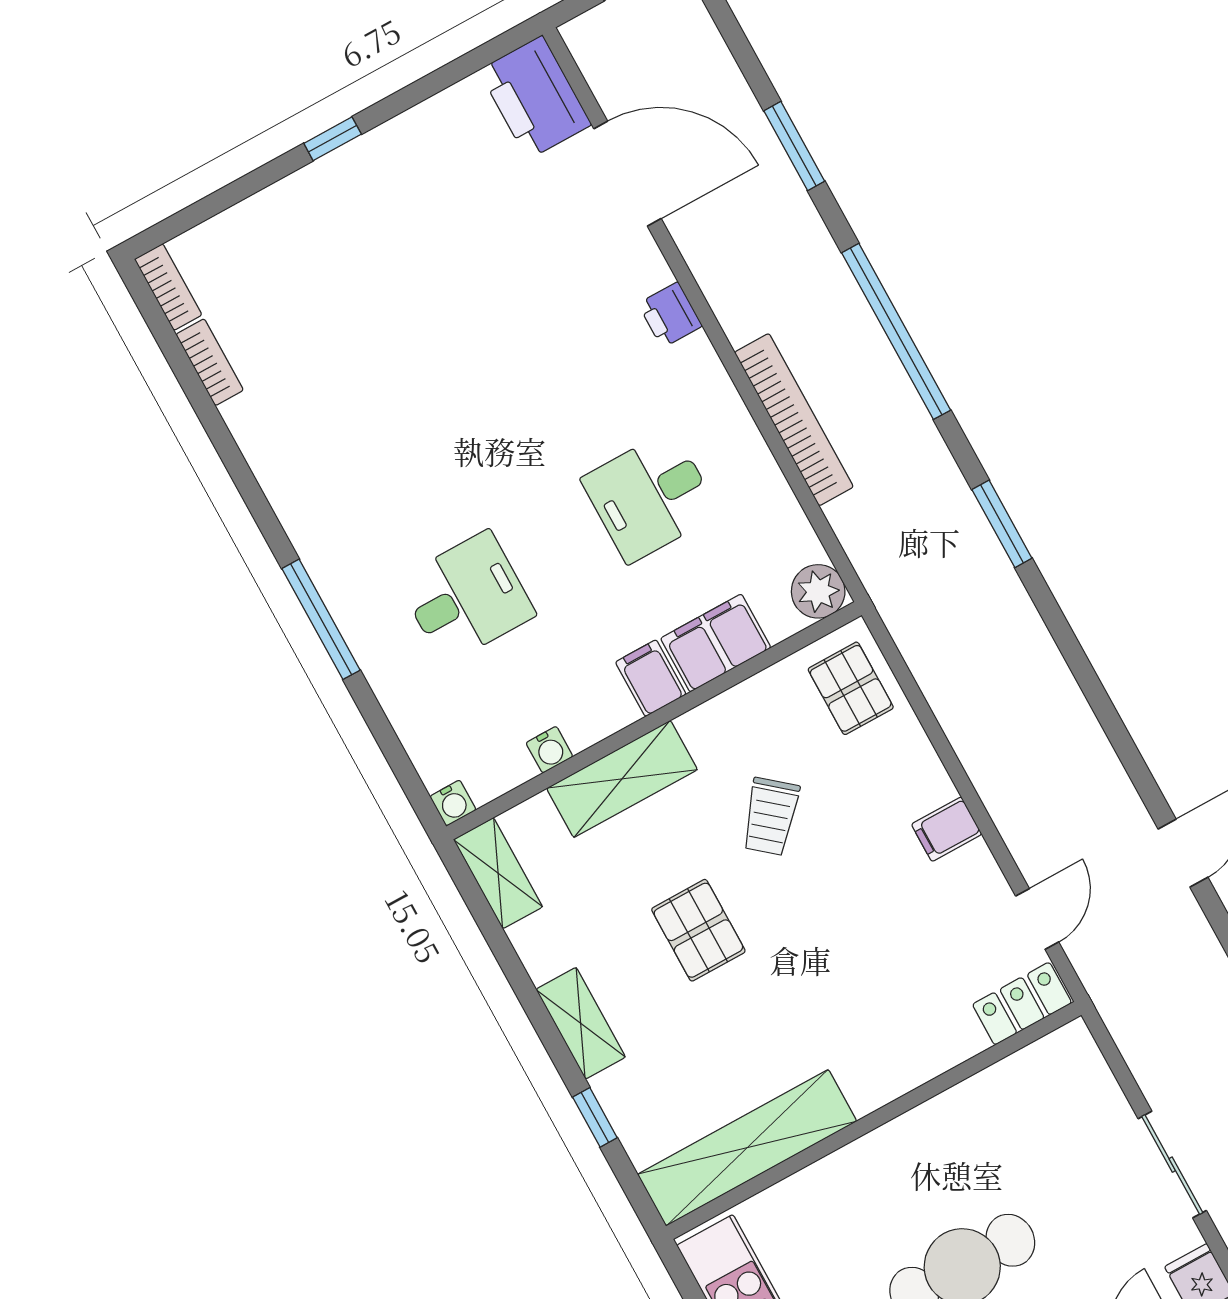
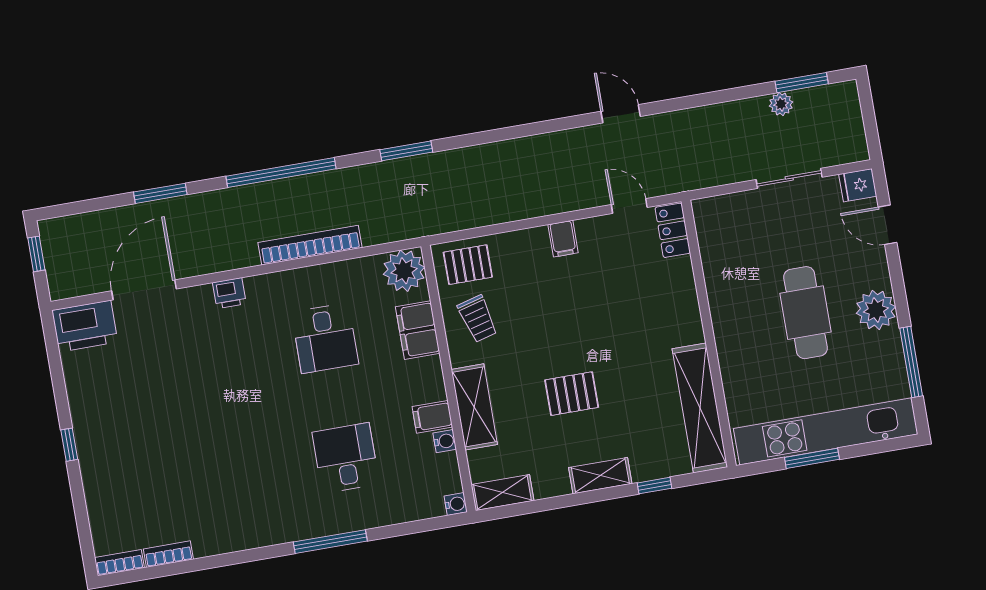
plant: (818, 591) -> (404, 271), width x1.36, depth x1.36
filing cabinet: (651, 678) -> (432, 417), moved
trolley: (770, 817) -> (478, 319), moved, turned 35

